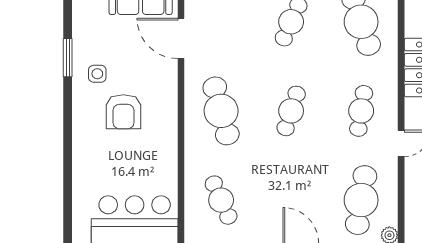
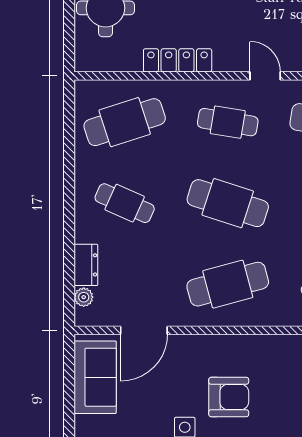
cafe table: (291, 111) -> (228, 203), width x1.37, depth x1.35

